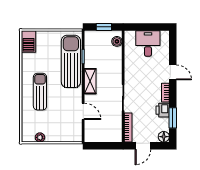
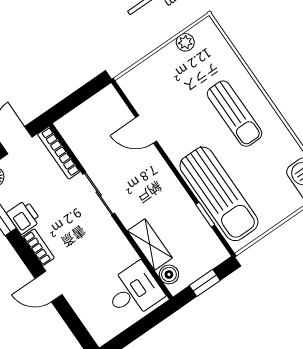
desk: (148, 43) -> (134, 291), moved, turned -90
shelving: (90, 81) -> (150, 244), moved

